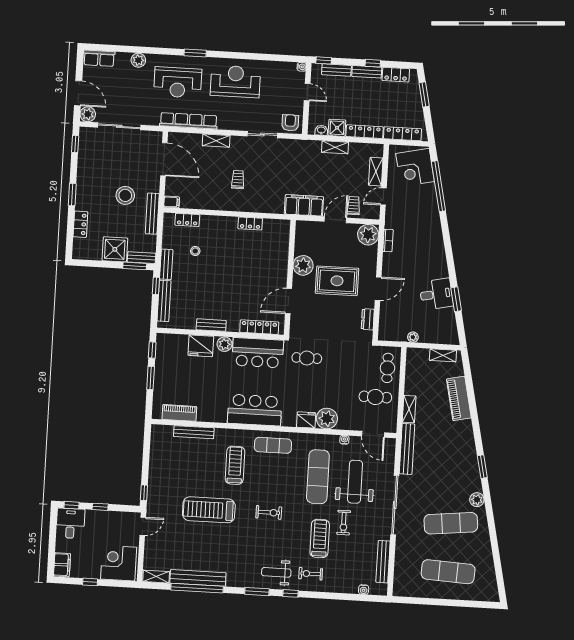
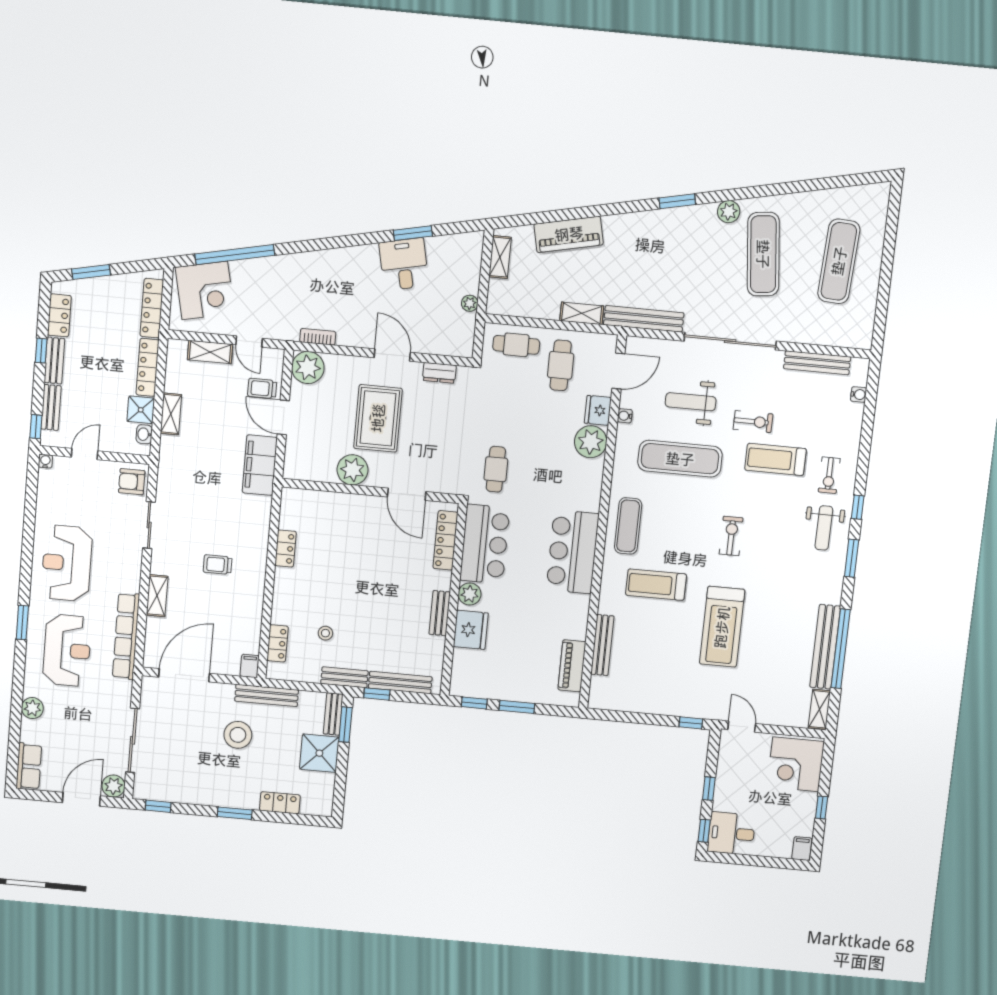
fridge: (306, 420) -> (598, 410), moved
weight bench: (355, 482) -> (691, 402), width x0.73, depth x0.75
filing cabinet: (62, 565) -> (802, 849), width x0.50

